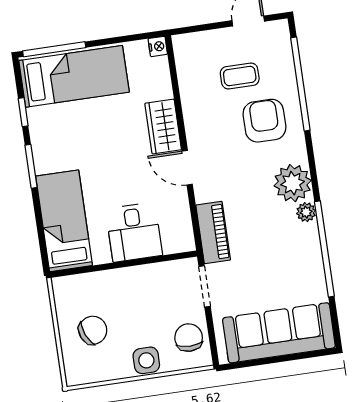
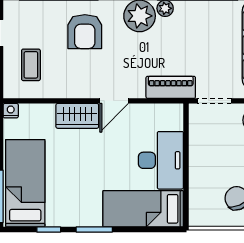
coffee table: (240, 76) -> (31, 65), moved
armchair: (264, 121) -> (85, 32), turned -90
desk: (134, 232) -> (161, 160), width x1.37

